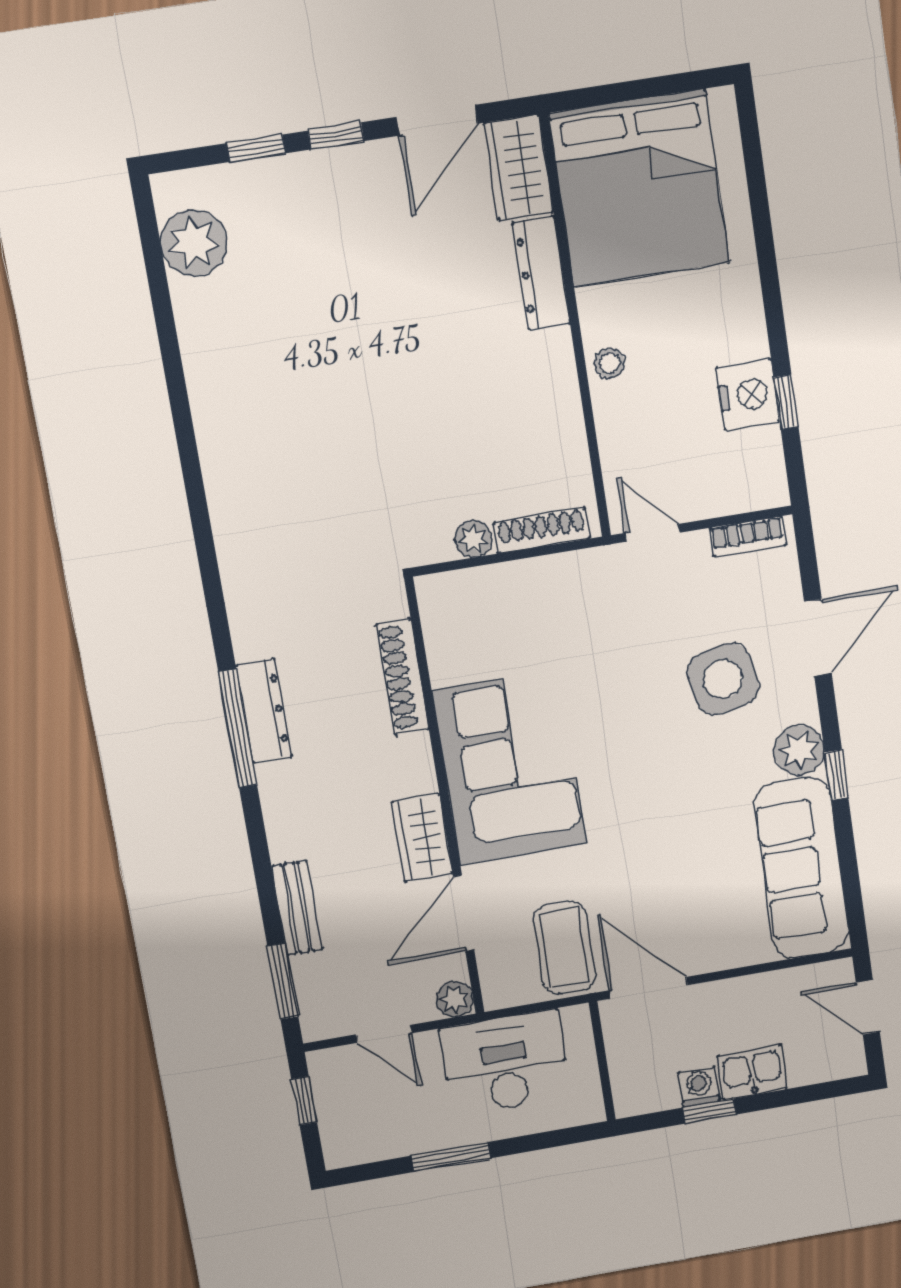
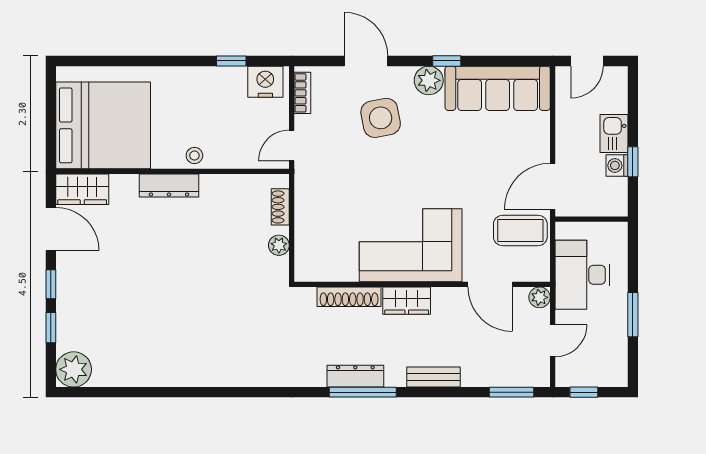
plant: (194, 243) -> (74, 369), moved
dresser: (541, 273) -> (169, 185), moved
nightstand: (748, 394) -> (265, 82), moved
shoe rack: (541, 531) -> (280, 207), width x0.70
wardrobe: (422, 838) -> (407, 301), moved
bench: (297, 908) -> (434, 377), moved

